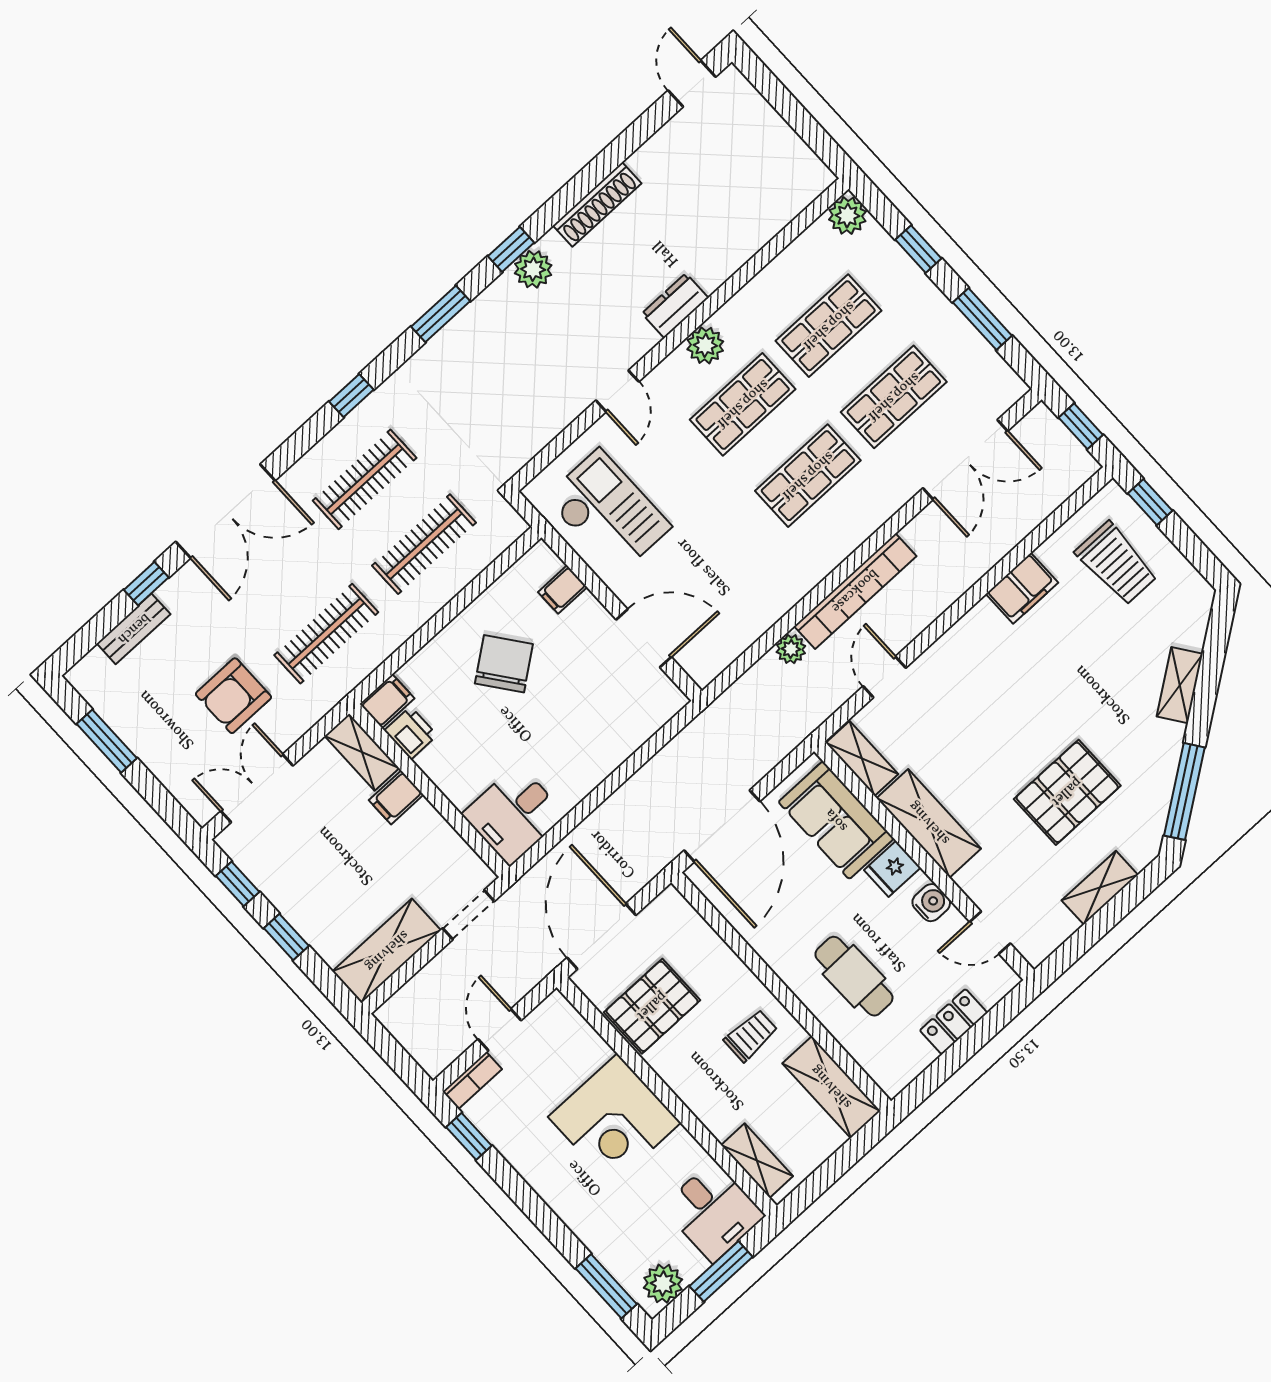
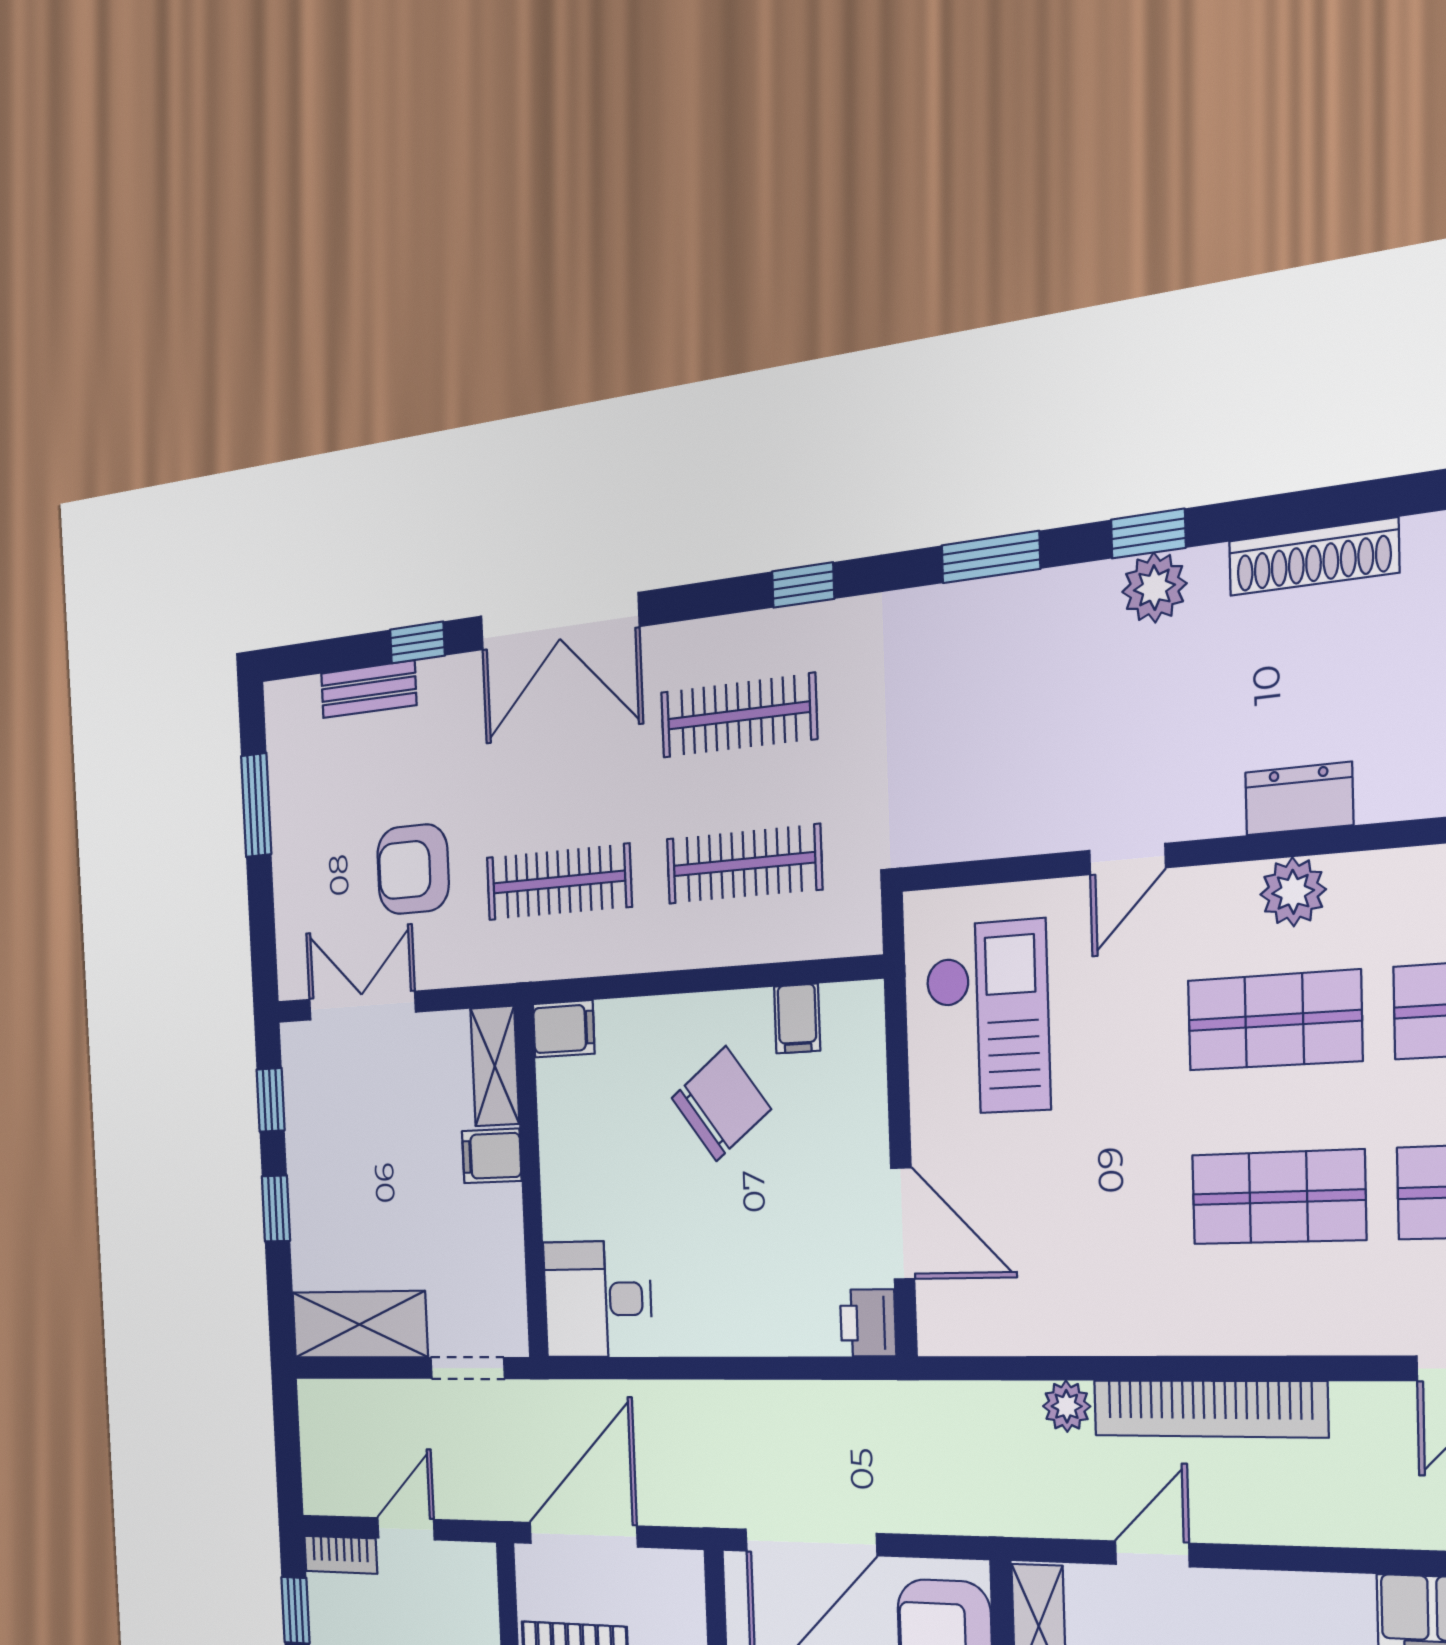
filing cabinet: (563, 590) -> (797, 1019), moved, turned -90
printer: (411, 733) -> (868, 1323), moved, turned 180

